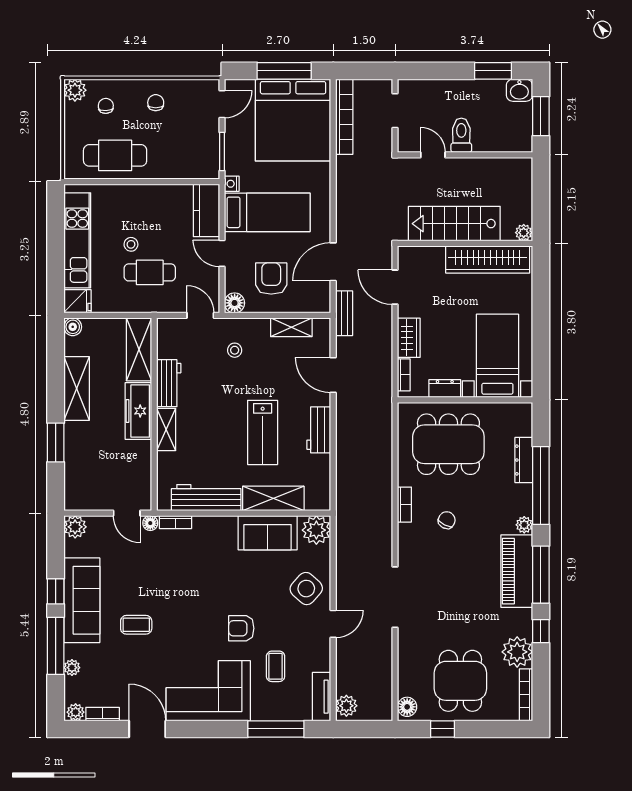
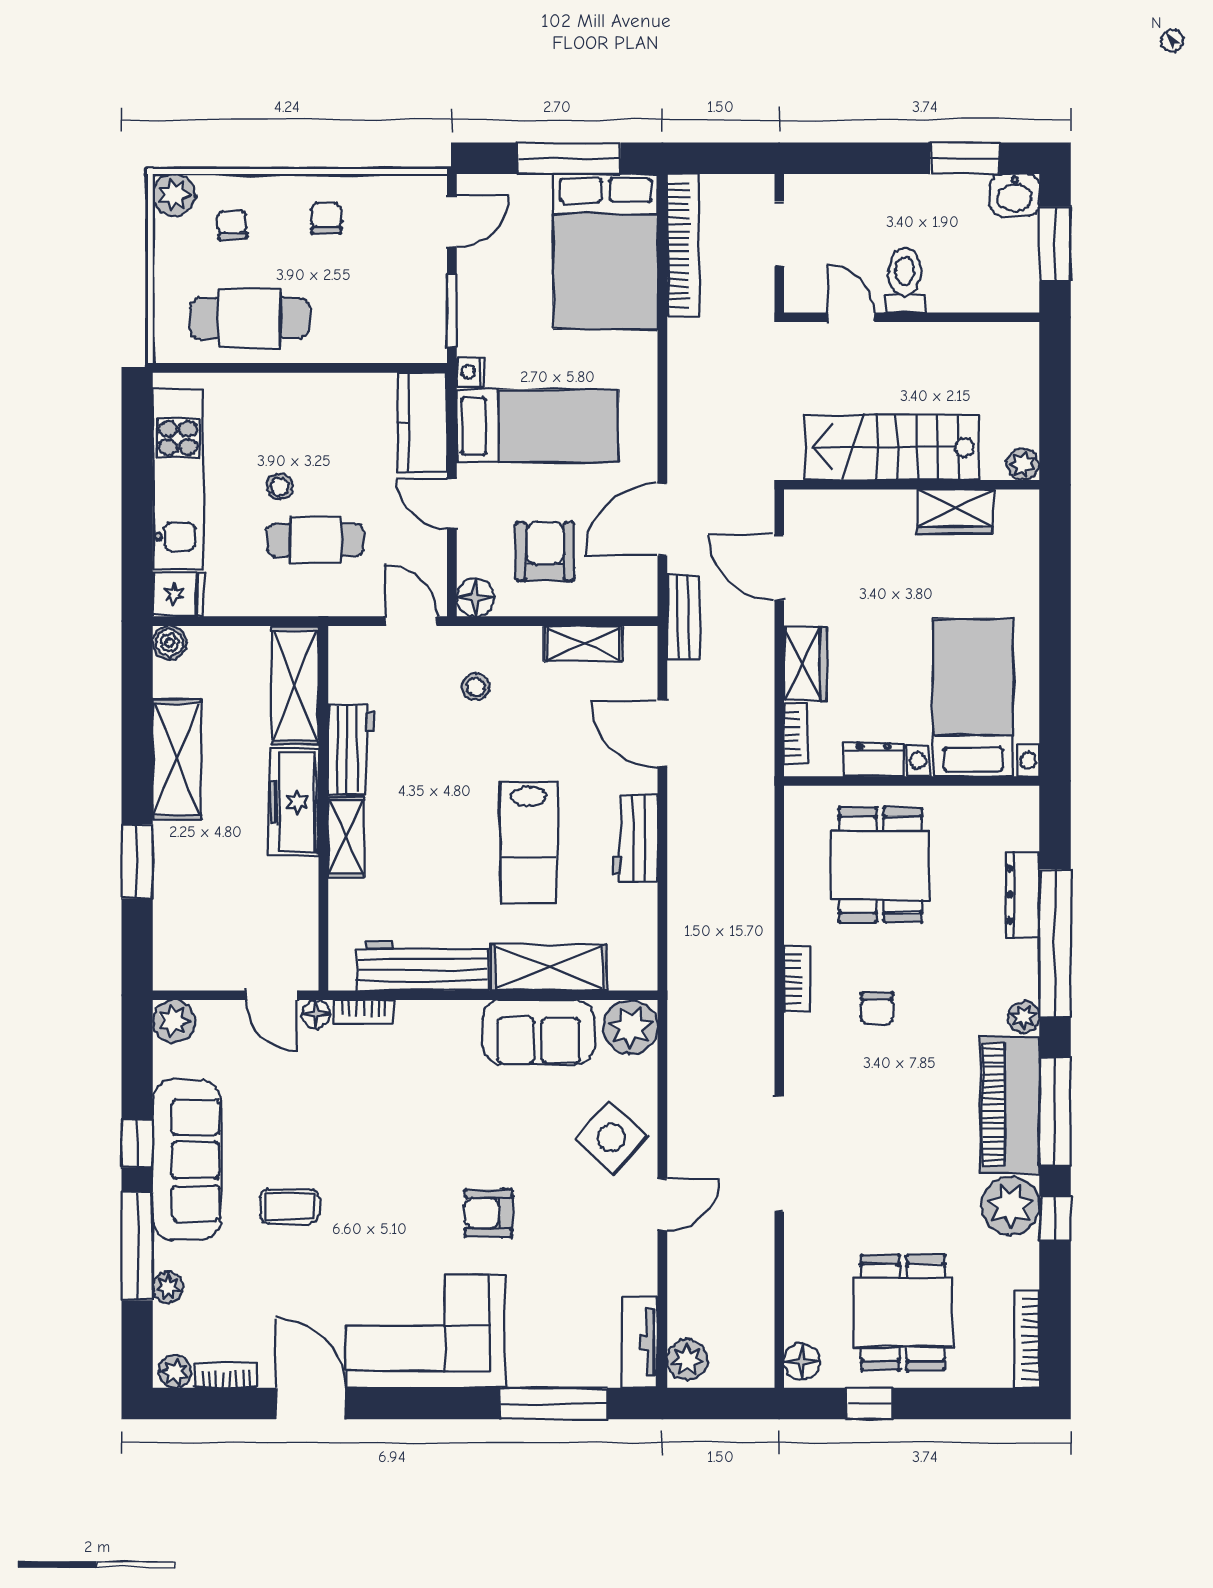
bed: (293, 120) -> (605, 251), width x0.73
wardrobe: (488, 259) -> (955, 511), width x0.48, depth x0.85
dining table: (448, 444) -> (880, 865), width x0.73
chair: (447, 520) -> (877, 1008), turned 153
plant: (517, 652) -> (1010, 1206), moved
coffee table: (276, 666) -> (553, 1285), removed

